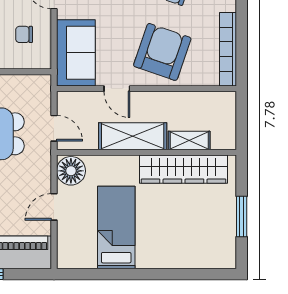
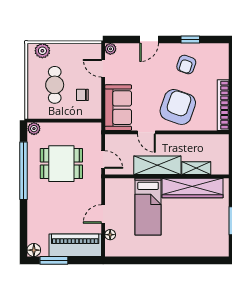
floor lamp: (71, 171) -> (110, 235), moved, width x0.53, depth x0.53
bed: (116, 227) -> (148, 207), moved, turned 180

